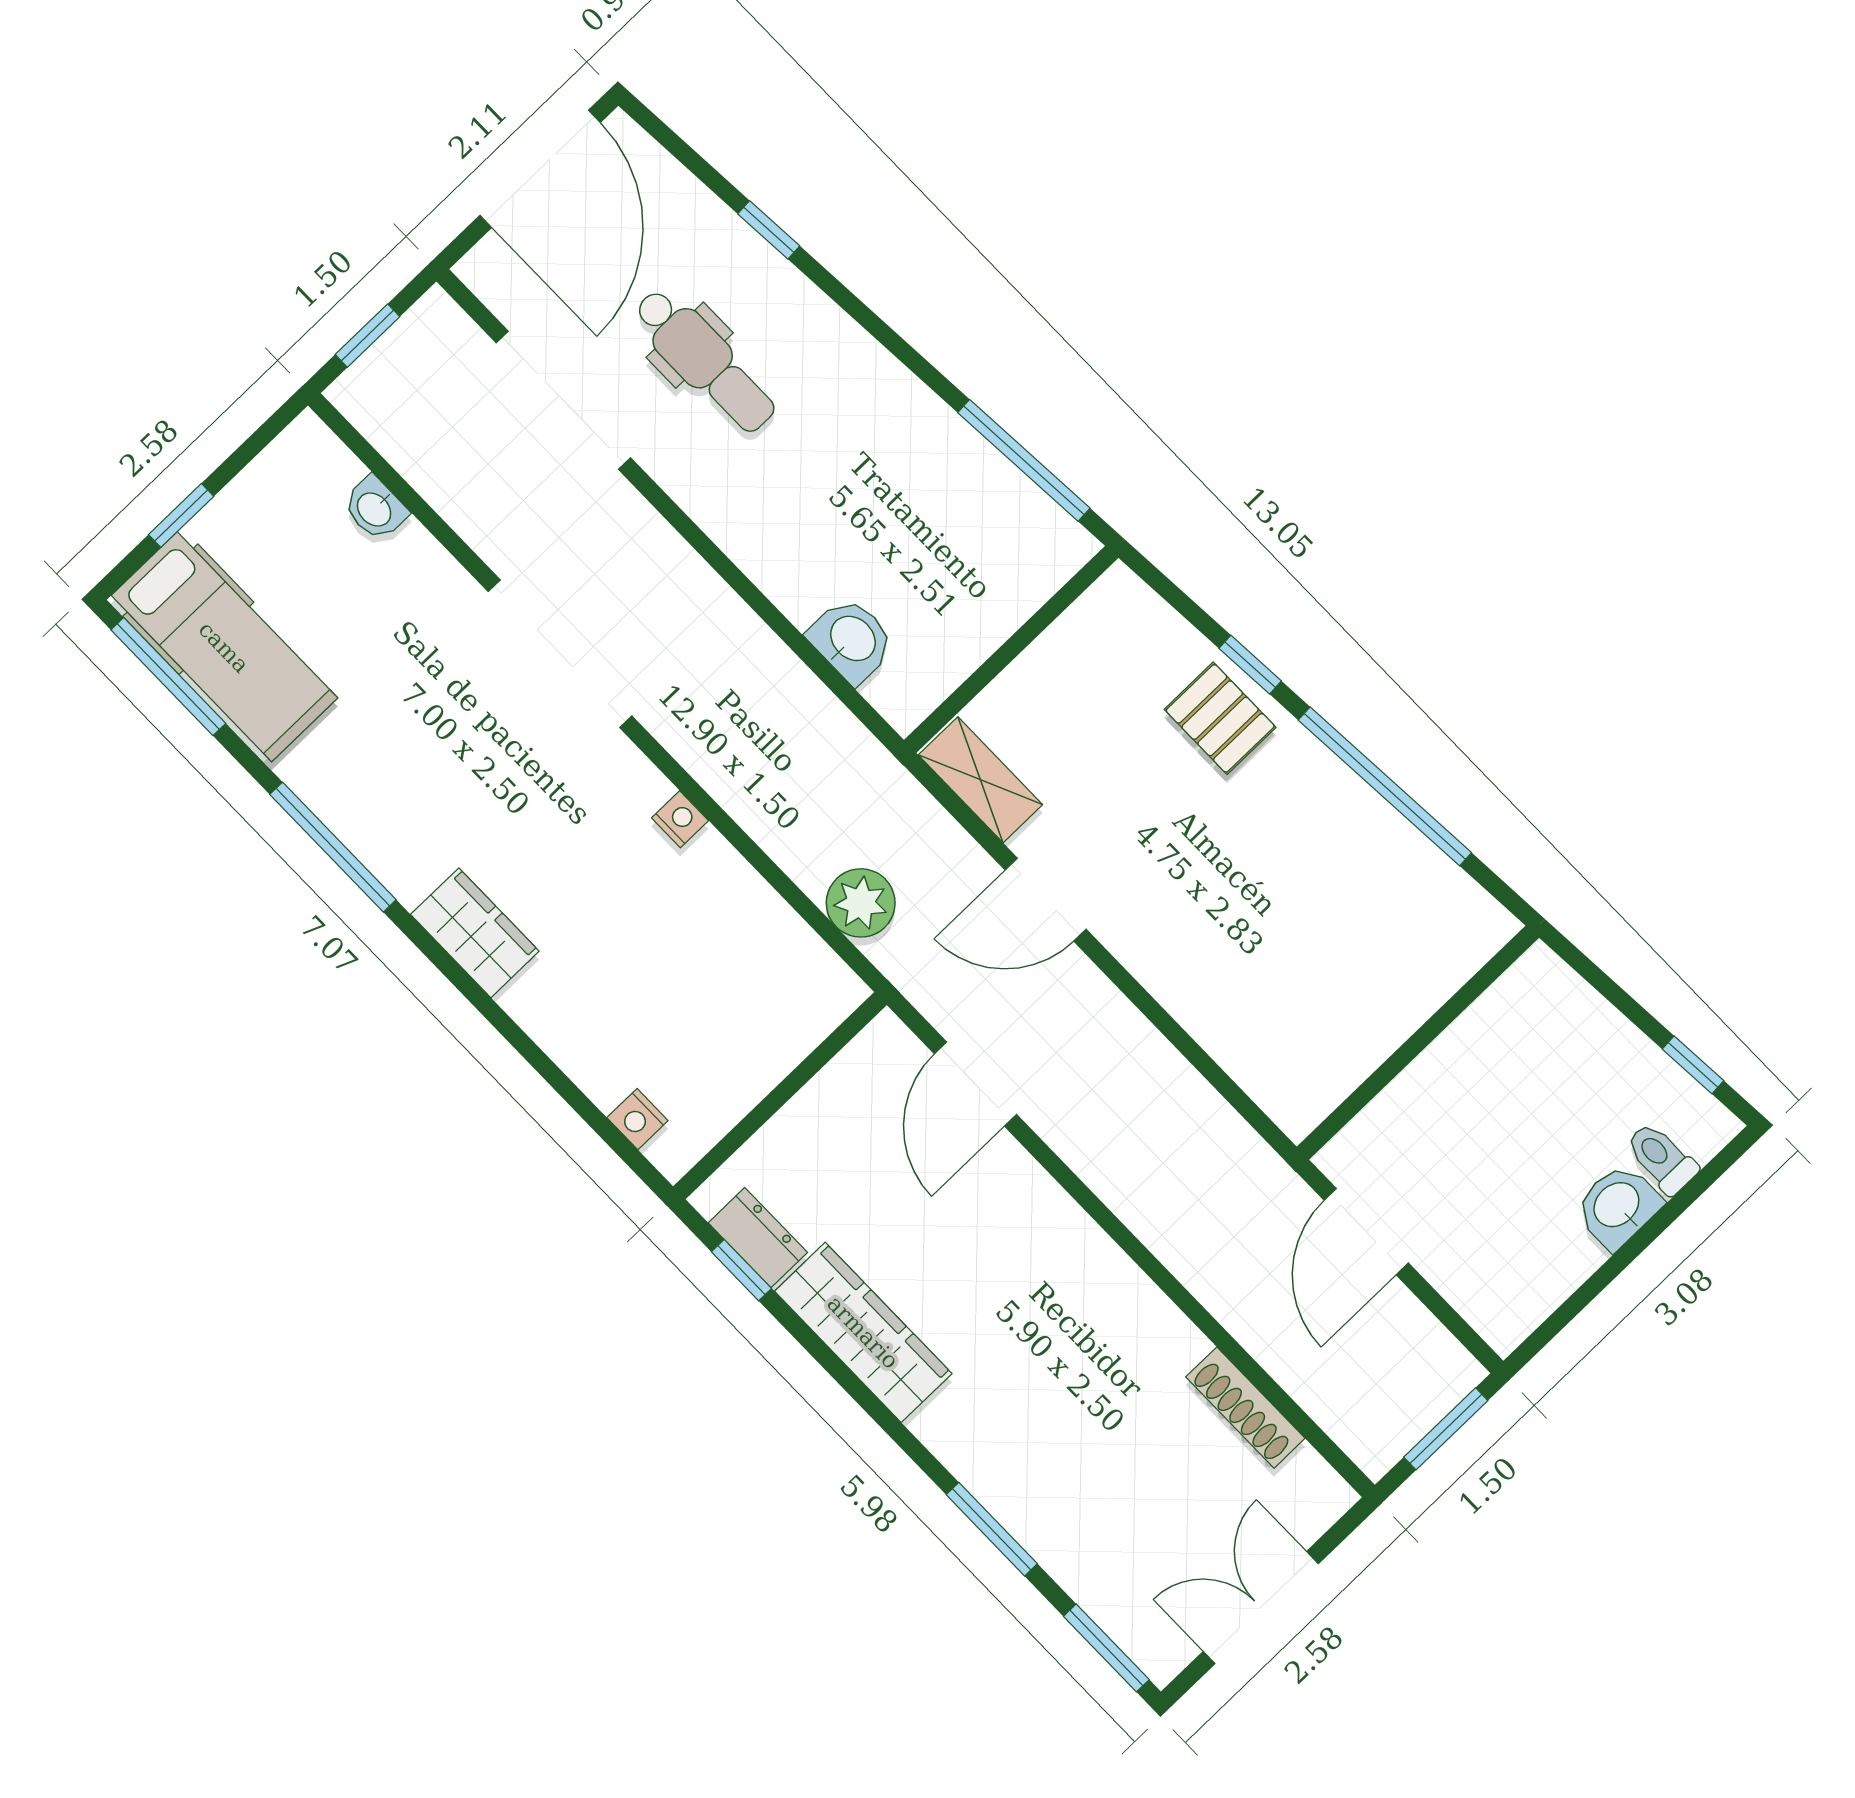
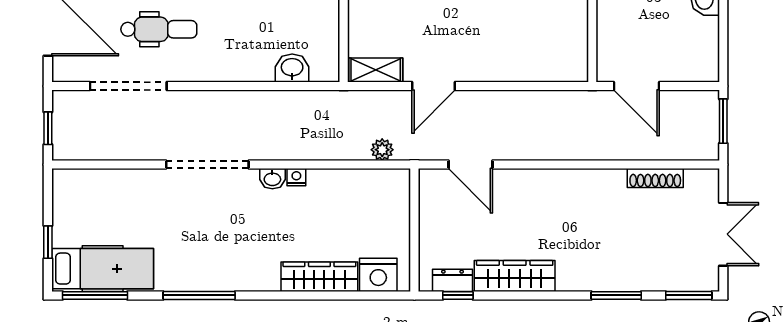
washbasin: (375, 509) -> (272, 179), moved
plant: (861, 903) -> (382, 150), width x0.73, depth x0.73
wardrobe: (475, 933) -> (319, 277), moved, width x1.50
nightstand: (637, 1119) -> (378, 275), width x1.89, depth x1.79
double door: (1261, 1608) -> (723, 234), swing flipped

